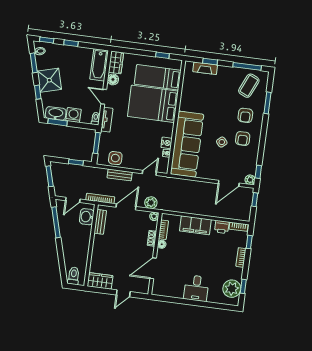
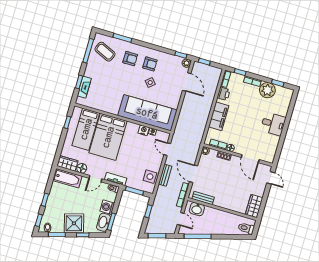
plant: (151, 203) -> (193, 152), removed
plant: (232, 289) -> (267, 90), moved
door: (123, 293) -> (271, 178), moved

